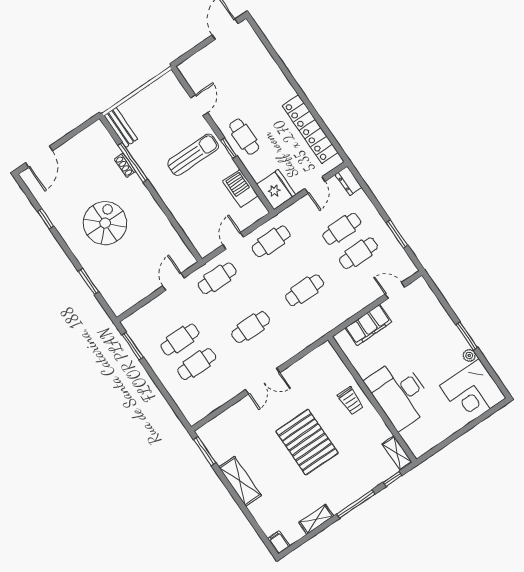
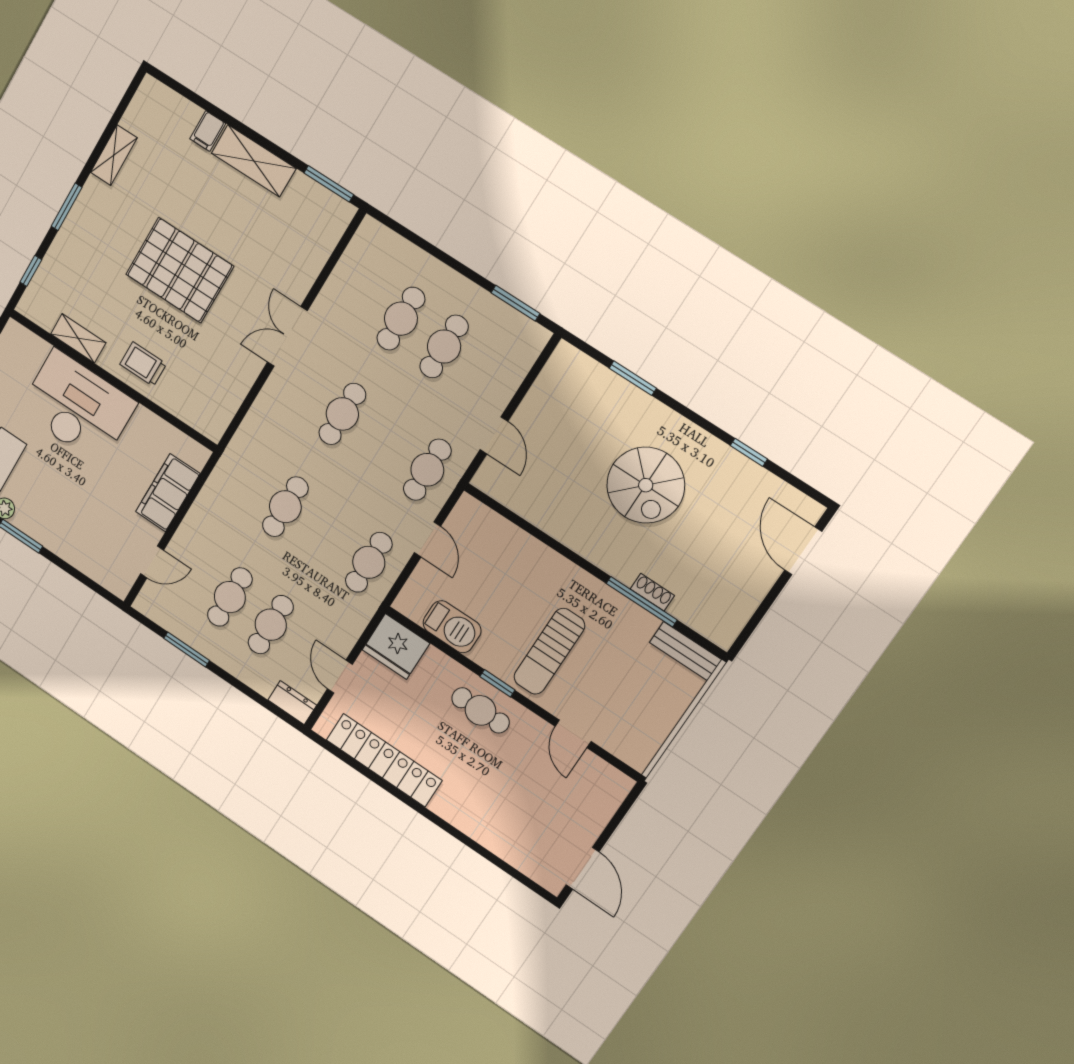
shelving: (397, 453) -> (78, 338), moved
window: (356, 504) -> (67, 207), width x0.69
filing cabinet: (279, 542) -> (208, 131), moved, turned 90

